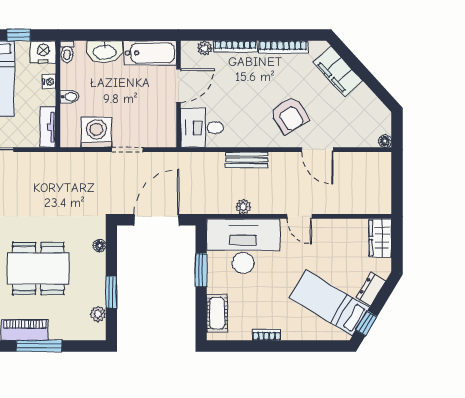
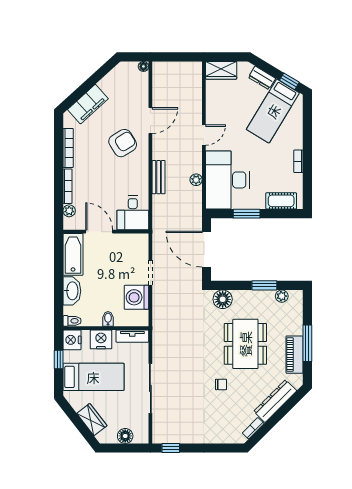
nightstand: (49, 82) -> (101, 339), width x1.89, depth x1.79
floor lamp: (100, 246) -> (223, 299), width x1.89, depth x1.89

